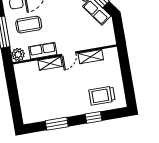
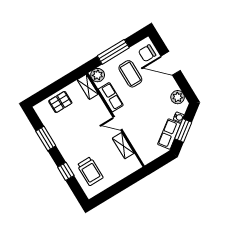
shelving: (50, 63) -> (88, 87), moved
trolley: (102, 96) -> (90, 171), turned 180
pallet: (29, 98) -> (60, 102), added

